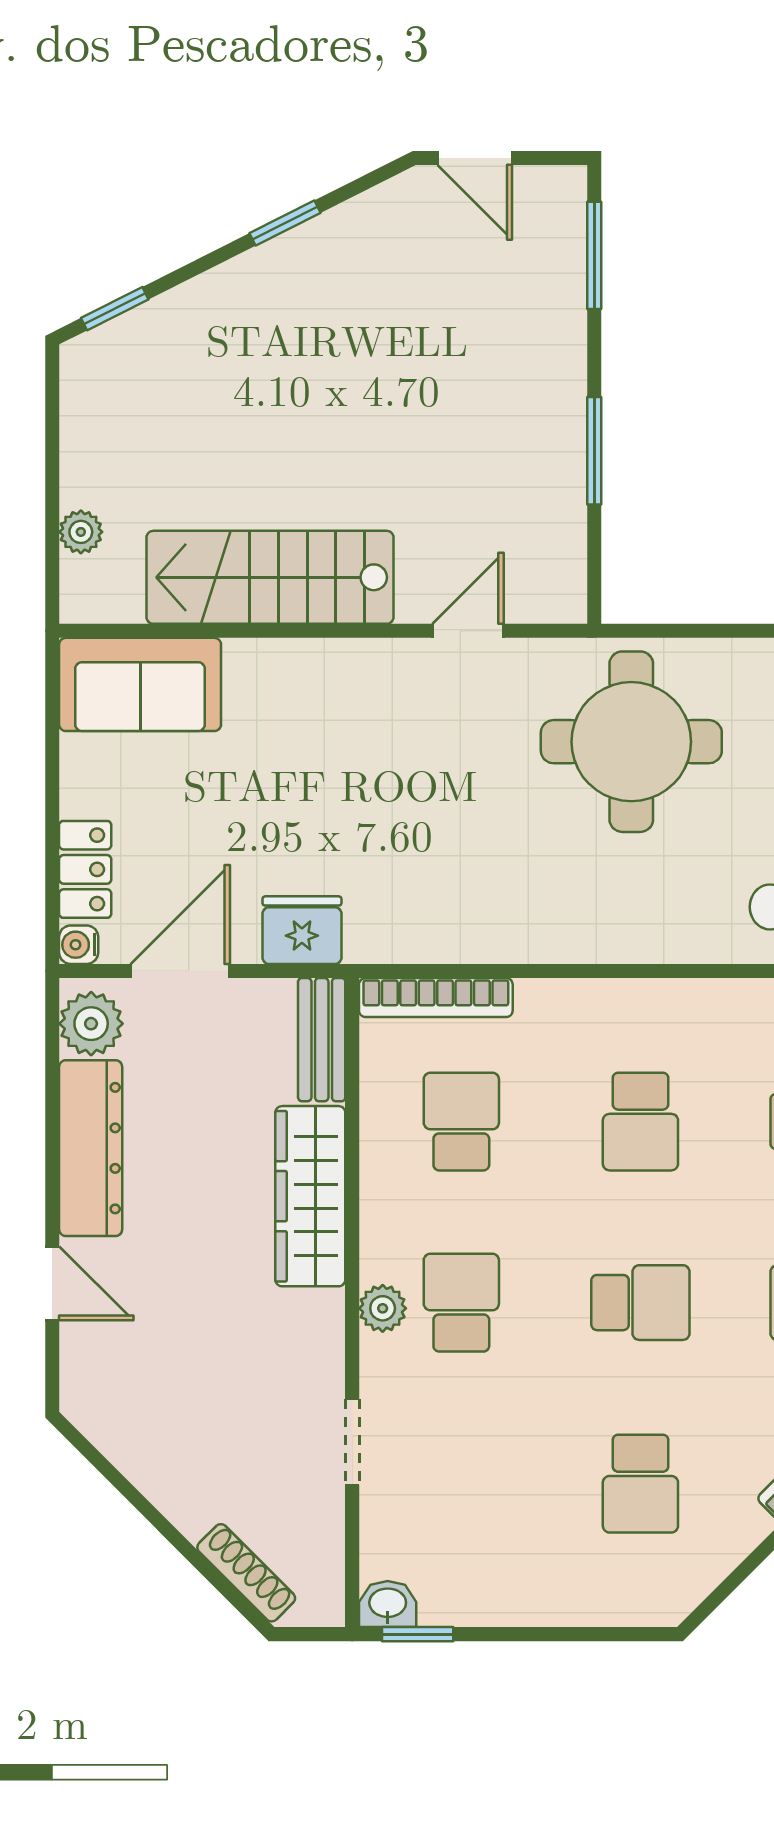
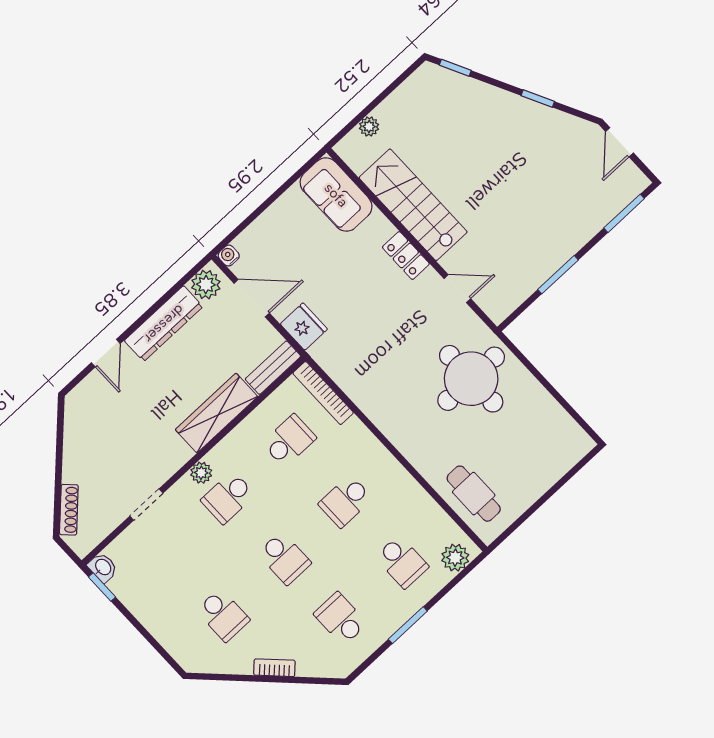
locker: (85, 869) -> (406, 256), moved, turned 90
school desk: (461, 1303) -> (228, 498), turned 180
school desk: (640, 1484) -> (223, 615), turned -90

